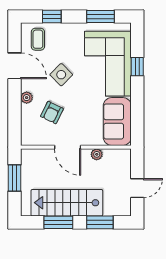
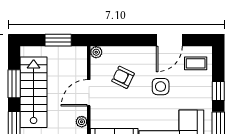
window: (52, 16) -> (218, 91), moved
side table: (61, 75) -> (161, 87), turned 45
plant: (27, 98) -> (96, 52), moved

